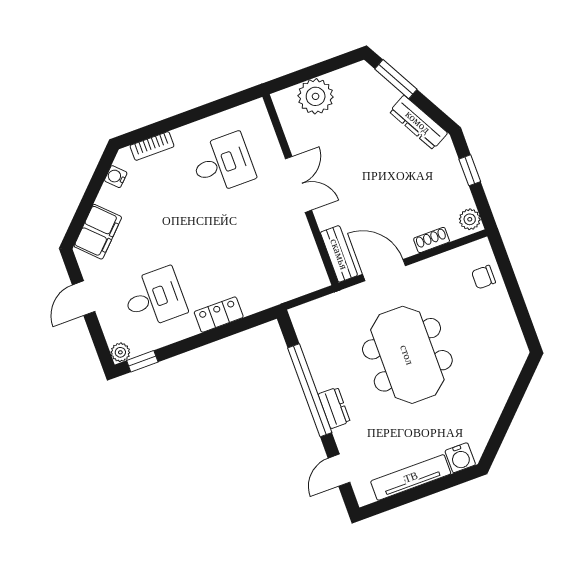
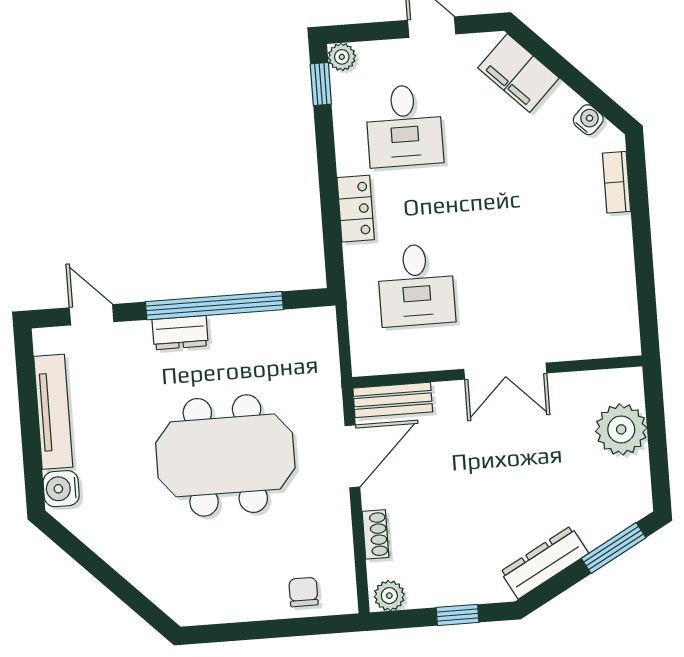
desk: (223, 163) -> (416, 285), moved

